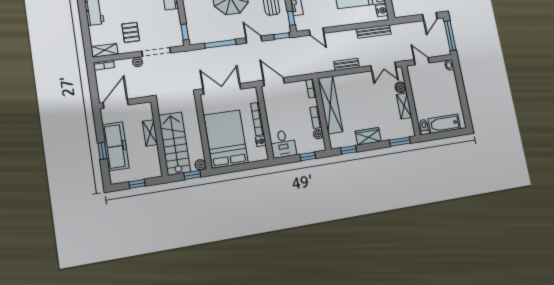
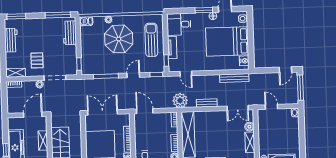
door: (254, 40) -> (133, 75), hinge flipped
plant: (315, 64) -> (180, 100), added
door: (116, 104) -> (33, 115), moved

